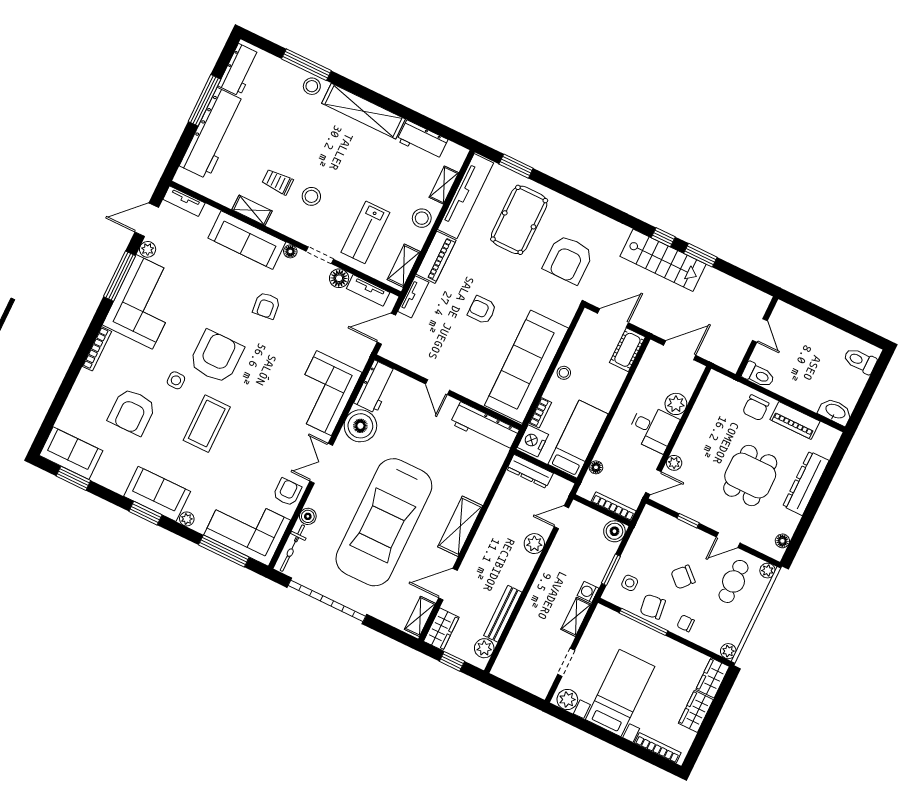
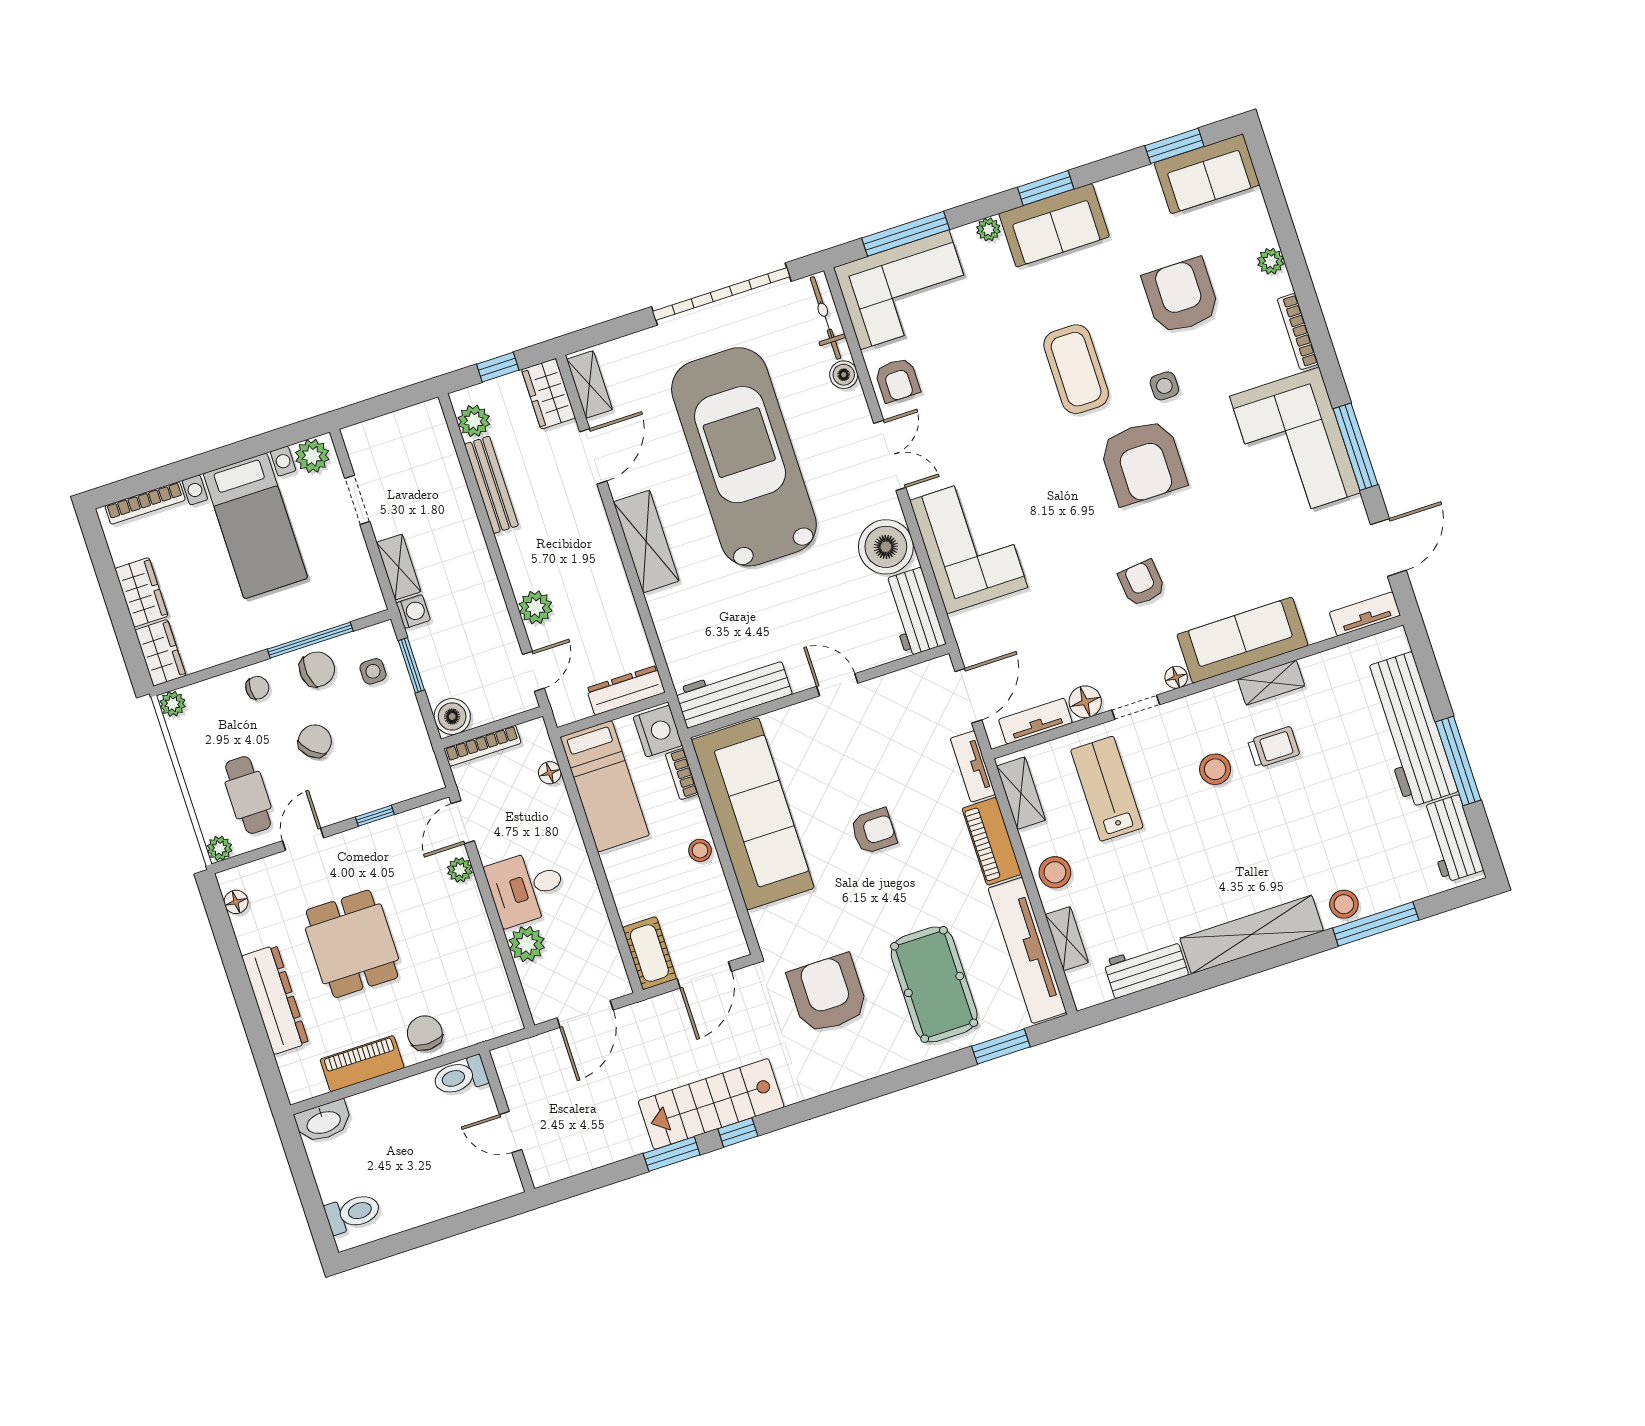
plant: (148, 249) -> (1271, 261), moved

